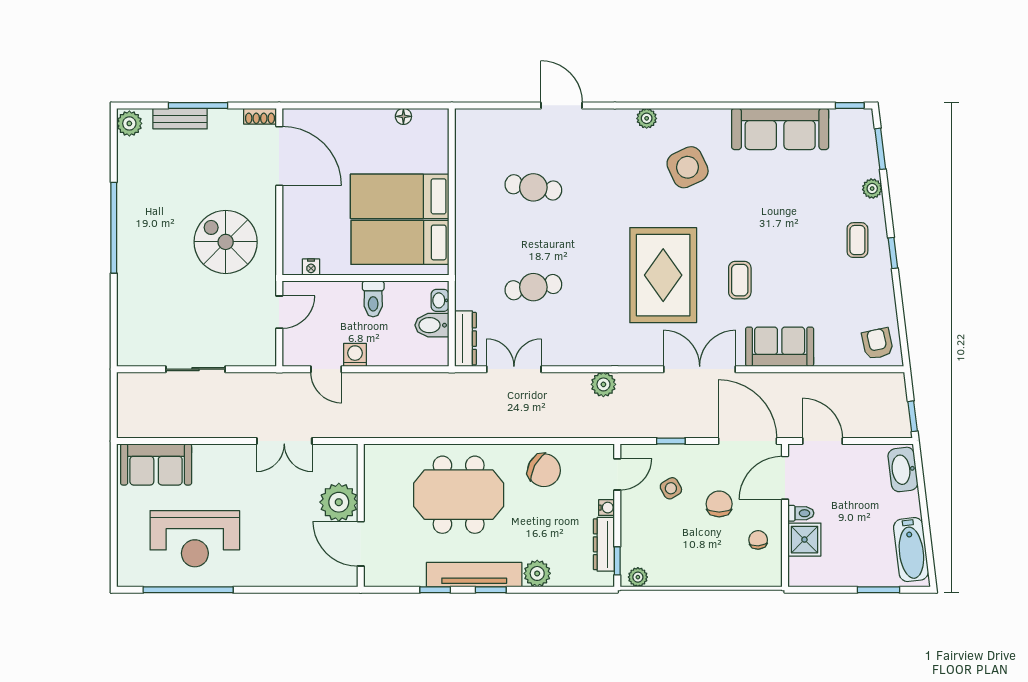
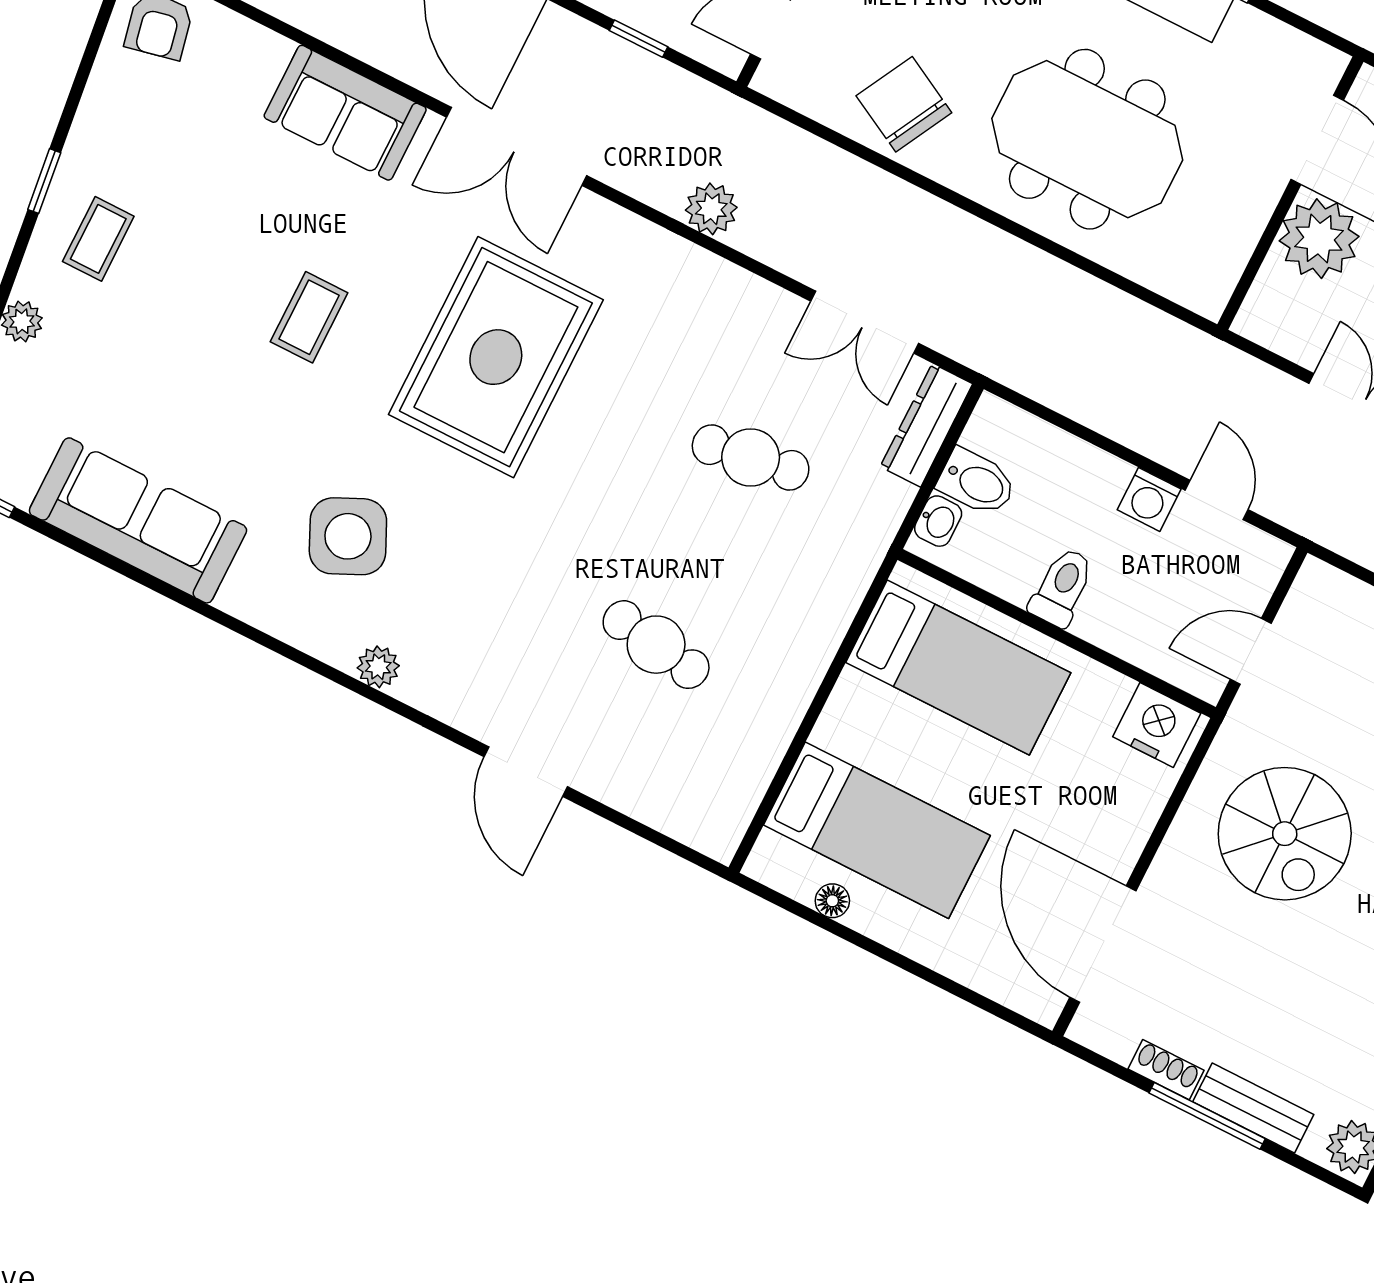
shoe rack: (260, 116) -> (1166, 1070), moved
bed: (400, 196) -> (877, 830), moved
nightstand: (311, 267) -> (1157, 725), width x1.89, depth x1.79
coffee table: (740, 280) -> (309, 317), moved

